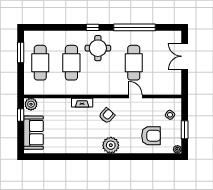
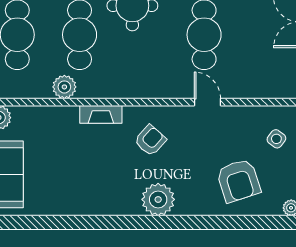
plant: (64, 89) -> (64, 87), added
armchair: (151, 136) -> (239, 181), turned 72

